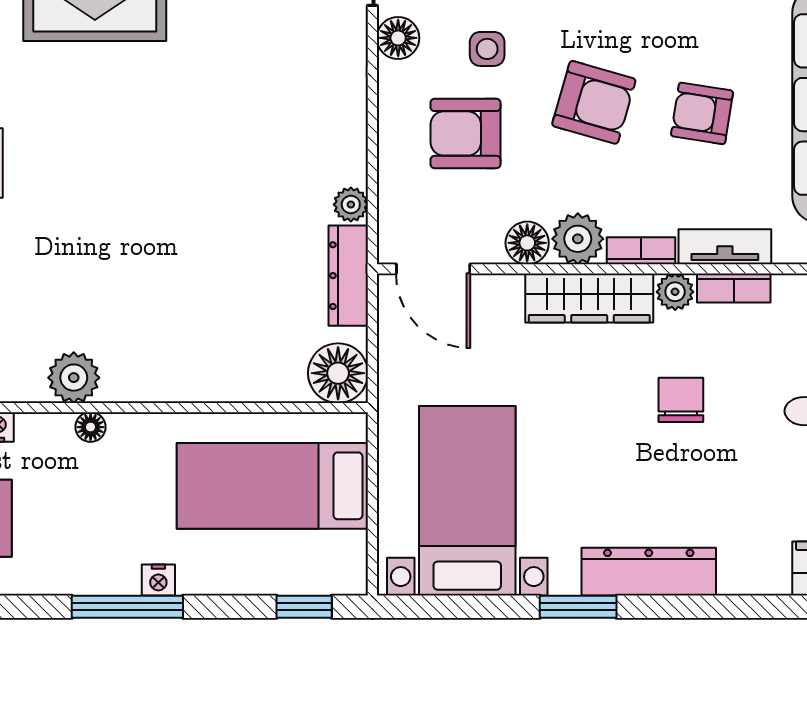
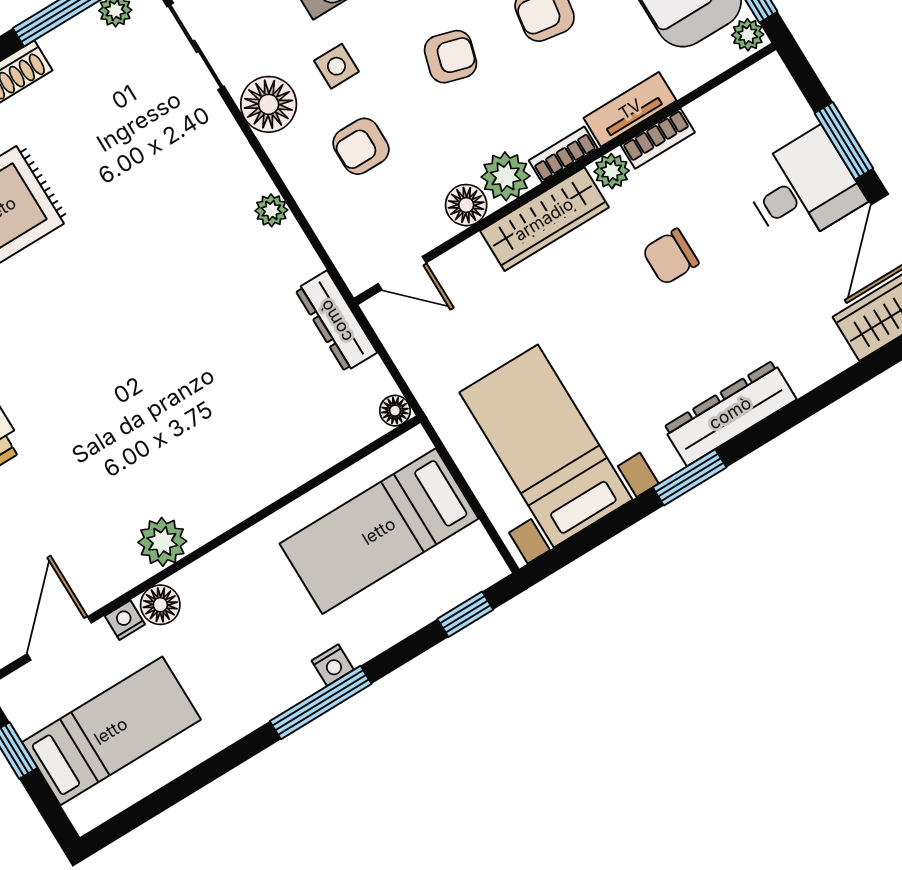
floor lamp: (398, 38) -> (269, 104), width x1.38, depth x1.38
armchair: (594, 102) -> (451, 57), width x0.72, depth x0.72
armchair: (465, 133) -> (361, 146), width x0.72, depth x0.72
plant: (351, 204) -> (271, 210), moved
door: (433, 269) -> (402, 273), width x0.73
floor lamp: (338, 373) -> (395, 411), width x0.53, depth x0.53
chair: (681, 400) -> (671, 257), turned -90
floor lamp: (91, 427) -> (160, 605), moved, width x1.37, depth x1.37

